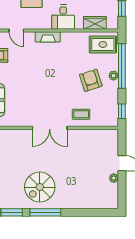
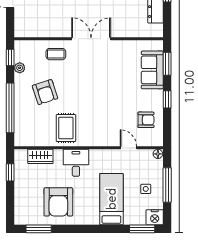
fireplace: (48, 37) -> (93, 141), removed
rug: (103, 44) -> (66, 128), moved, turned 90
plant: (114, 76) -> (20, 68), moved

